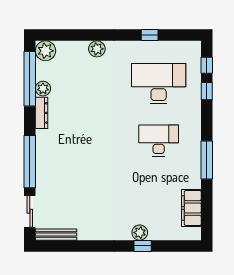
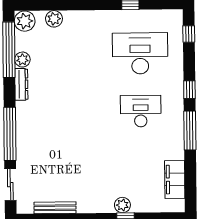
plant: (97, 49) -> (54, 19), moved
window: (207, 91) -> (189, 90), moved
bench: (56, 235) -> (55, 208), moved

